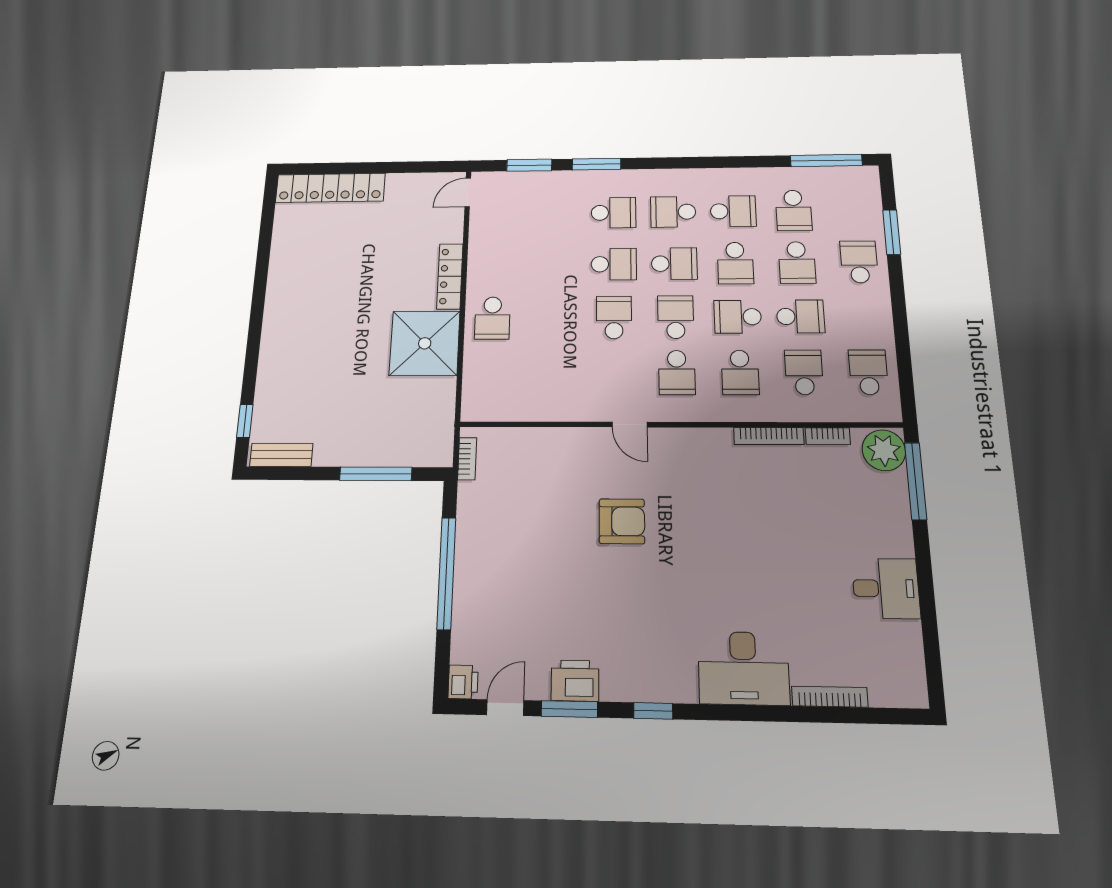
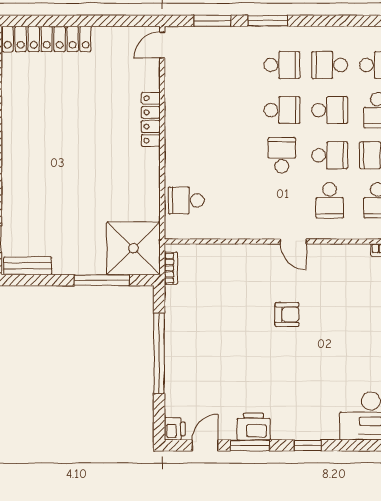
school desk: (676, 317) -> (330, 155), turned 90
school desk: (492, 318) -> (186, 200), moved, turned 90
shower: (425, 343) -> (134, 248), moved
armchair: (622, 521) -> (287, 314), width x0.72, depth x0.72

